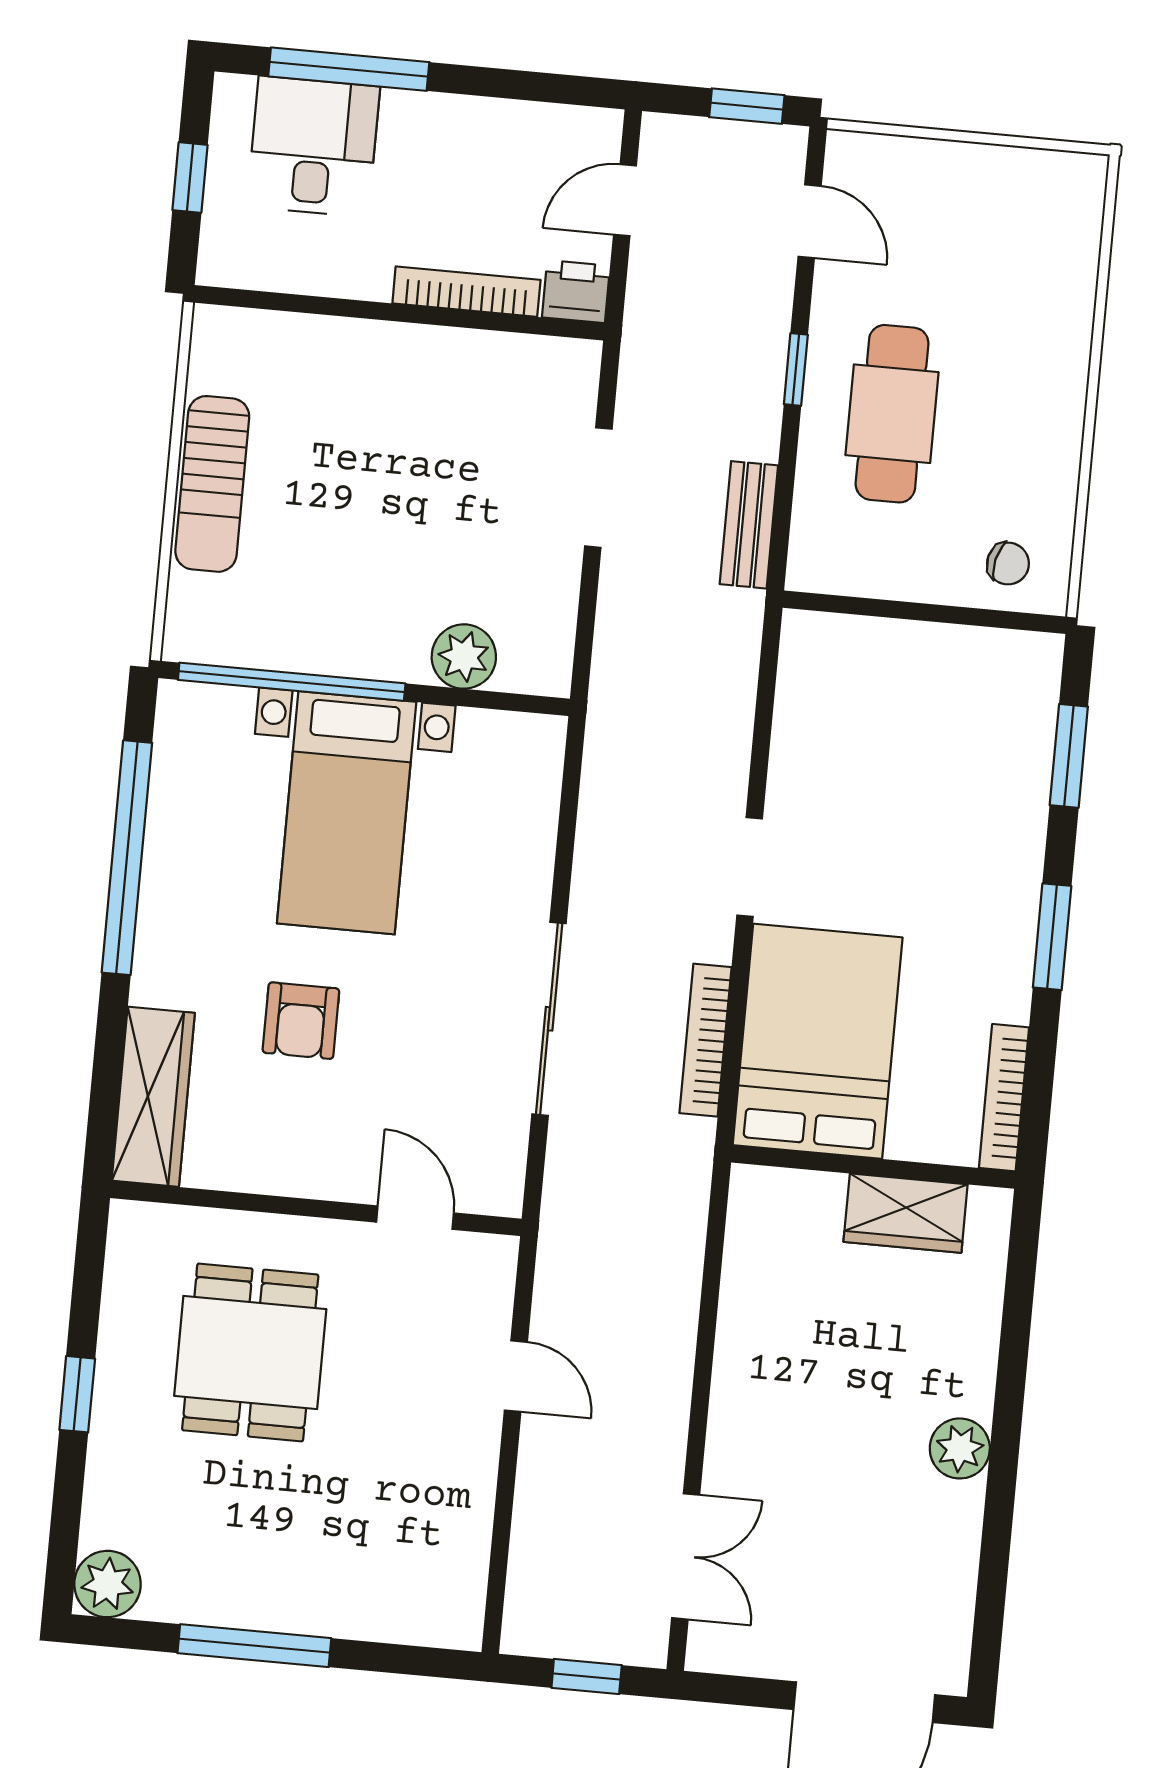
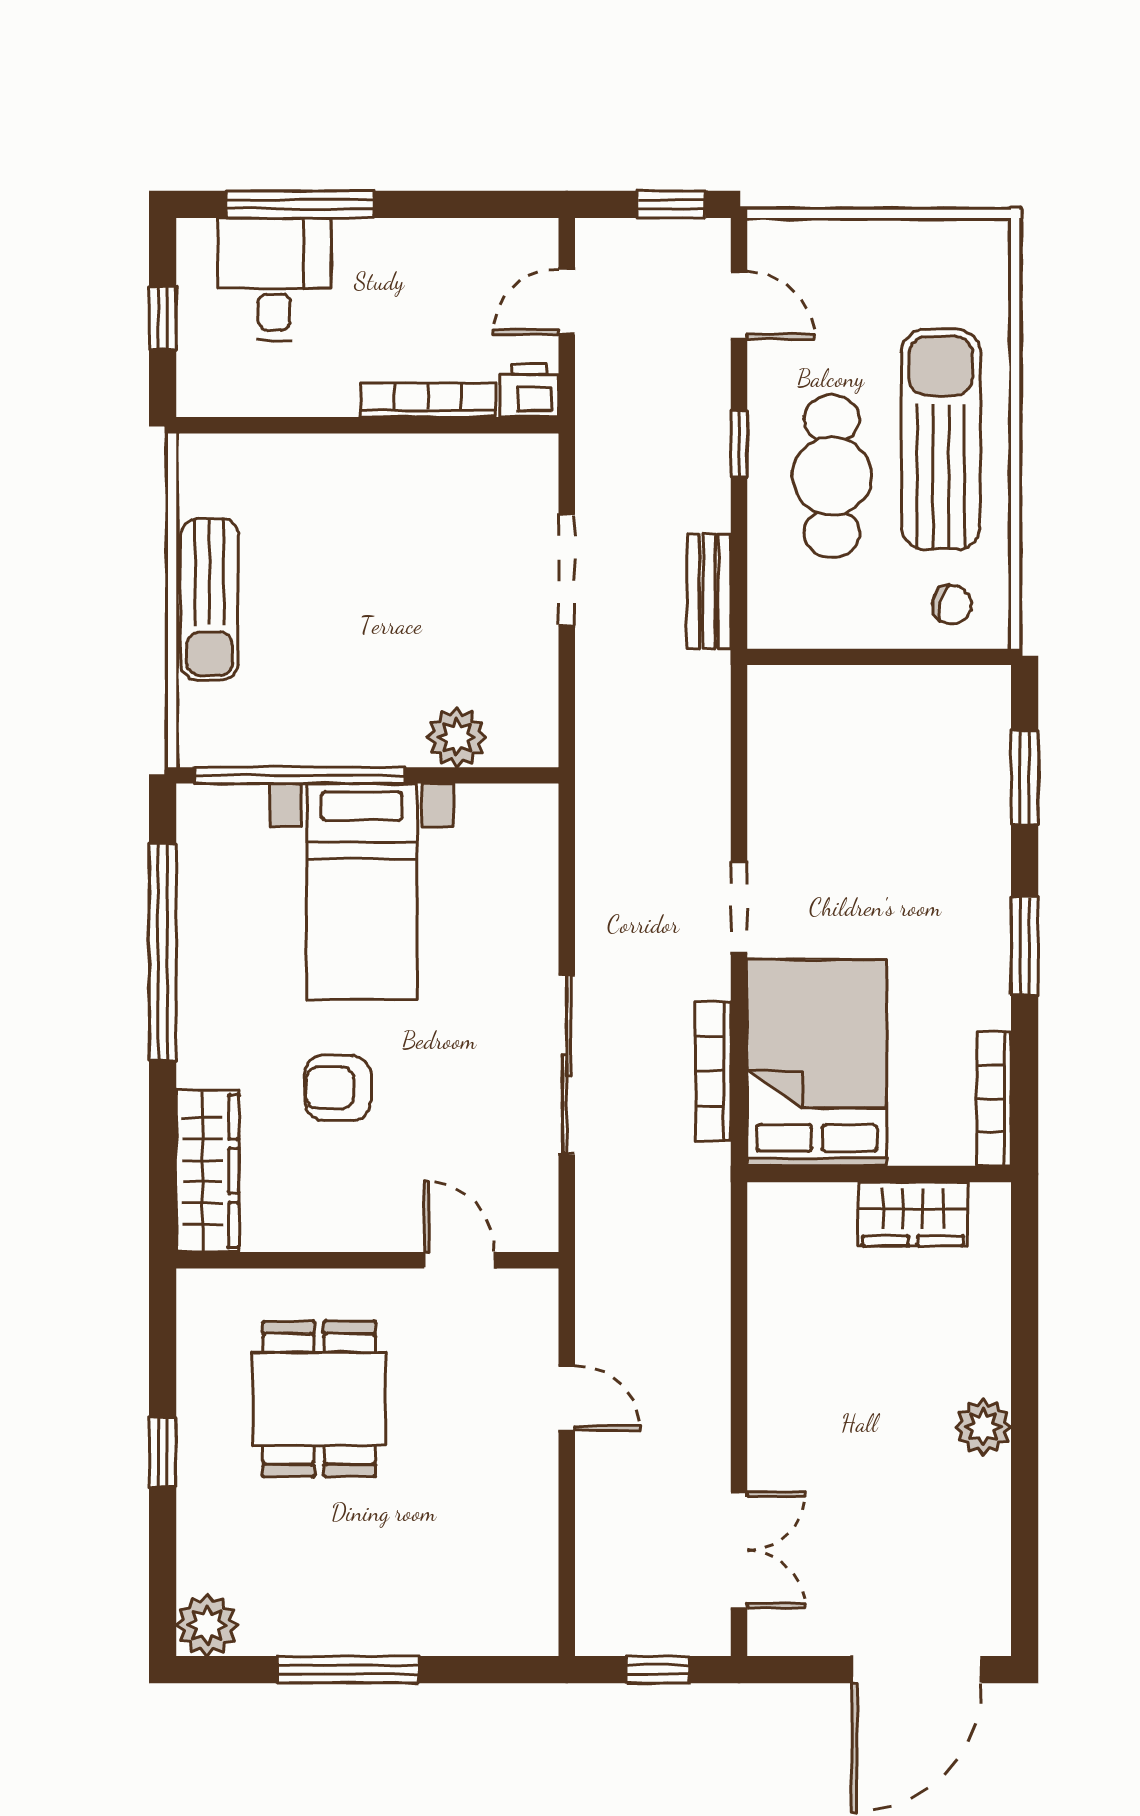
sun lounger: (1013, 385) -> (941, 439), added
armchair: (301, 1021) -> (338, 1088), turned 90

